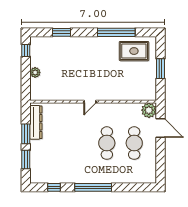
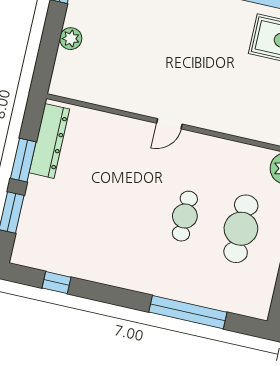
cafe table: (107, 143) -> (185, 216), width x0.73, depth x0.74
window: (93, 187) -> (188, 312), moved

